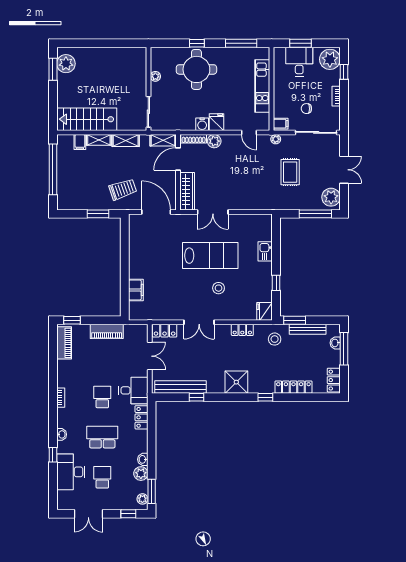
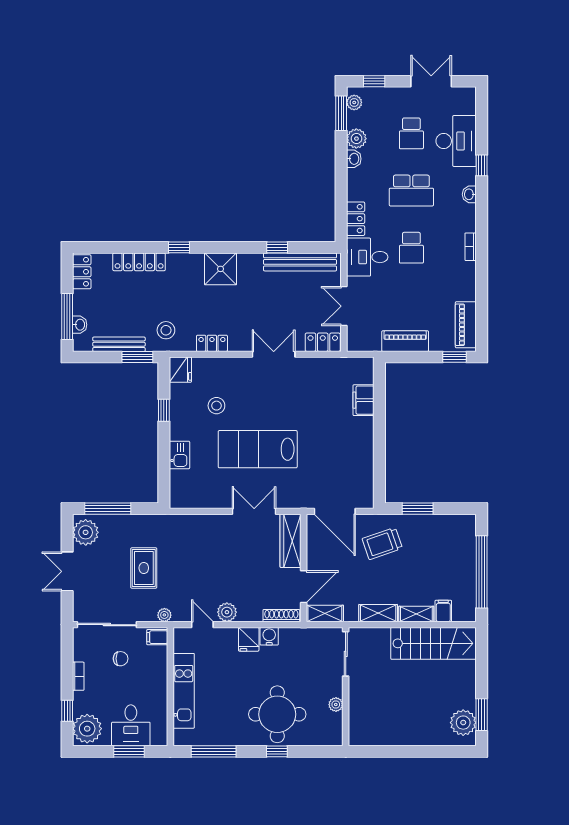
plant: (214, 141) -> (227, 612), moved
stool: (219, 288) -> (216, 406), moved

